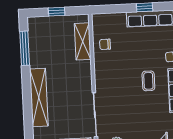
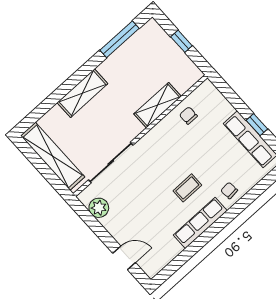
shelving: (83, 41) -> (158, 105), moved
shelving: (39, 97) -> (82, 93), width x0.68

